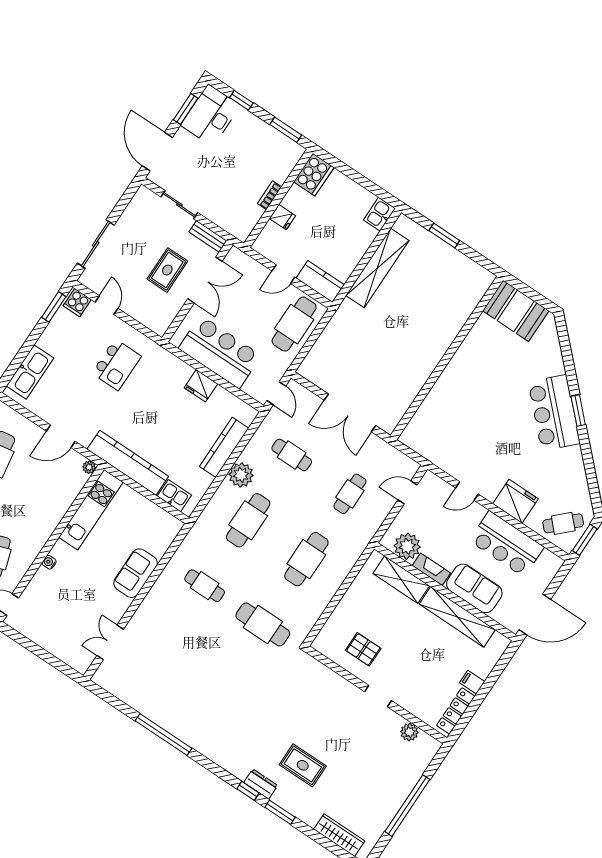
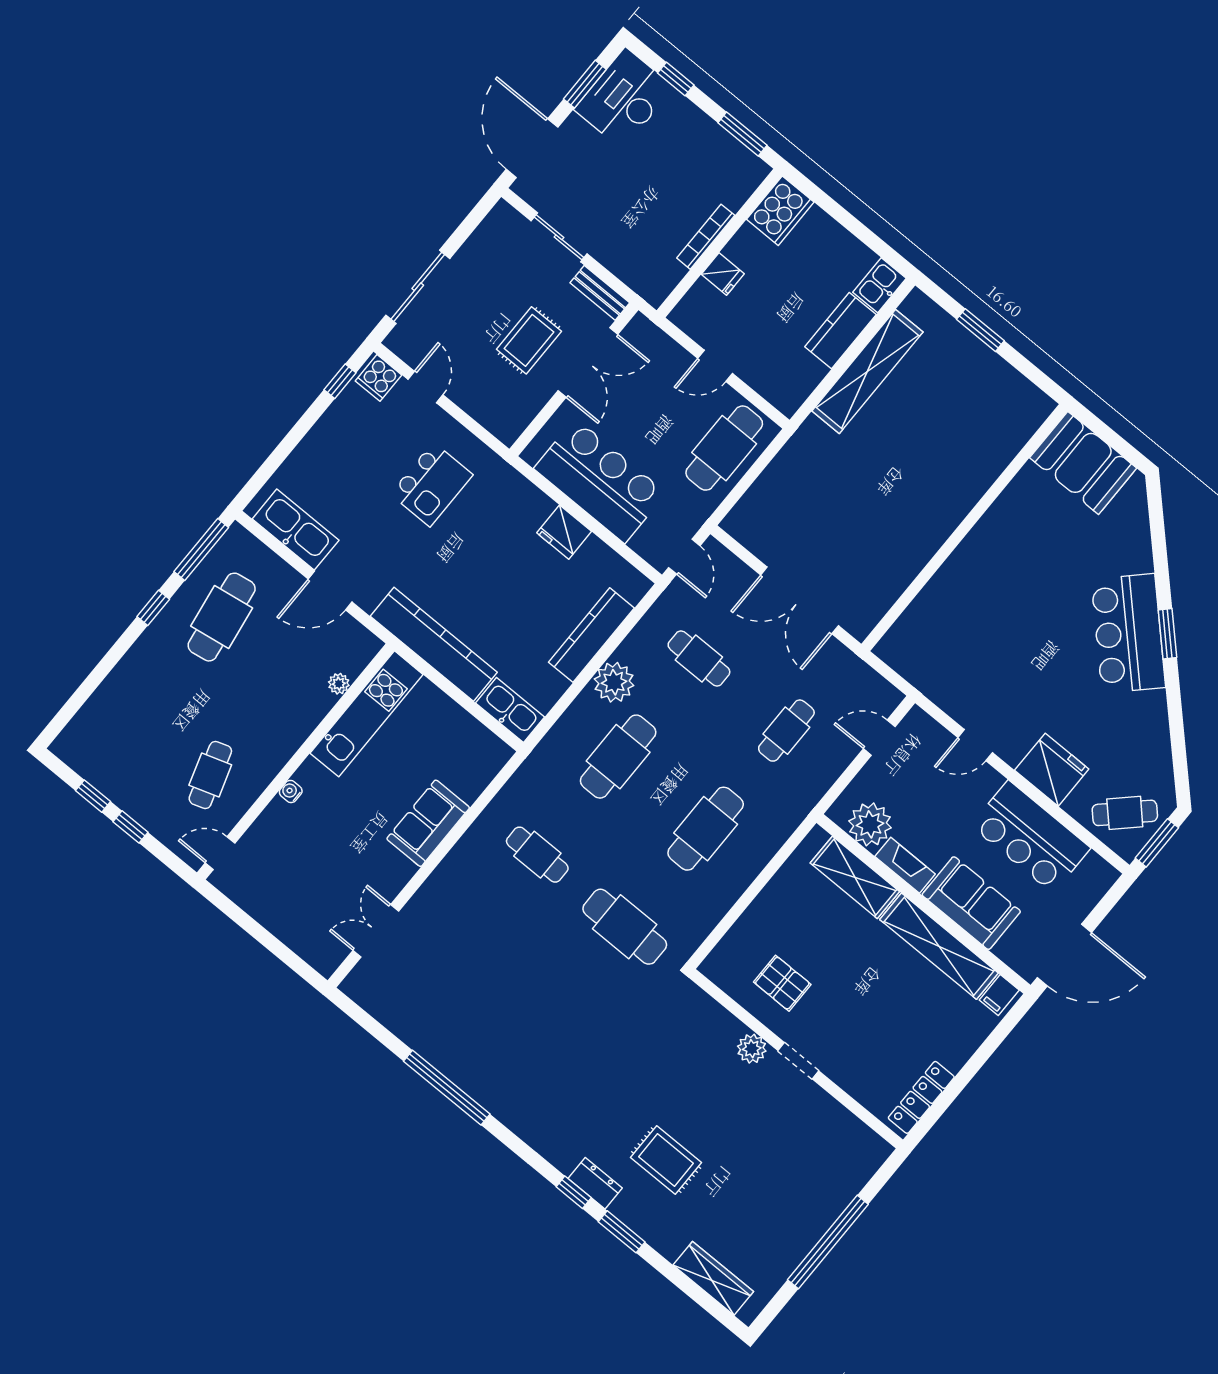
bookcase: (270, 195) -> (706, 237), width x1.56
kitchen counter: (320, 281) -> (840, 331), moved, turned -90
window: (54, 307) -> (340, 381), width x0.67
kitchen sink: (30, 372) -> (296, 530), moved, turned -90
plant: (89, 467) -> (339, 684), moved
kitchen sink: (174, 496) -> (510, 710), width x1.38
filing cabinet: (472, 682) -> (999, 995), moved, turned -90
plant: (409, 732) -> (752, 1049), moved

